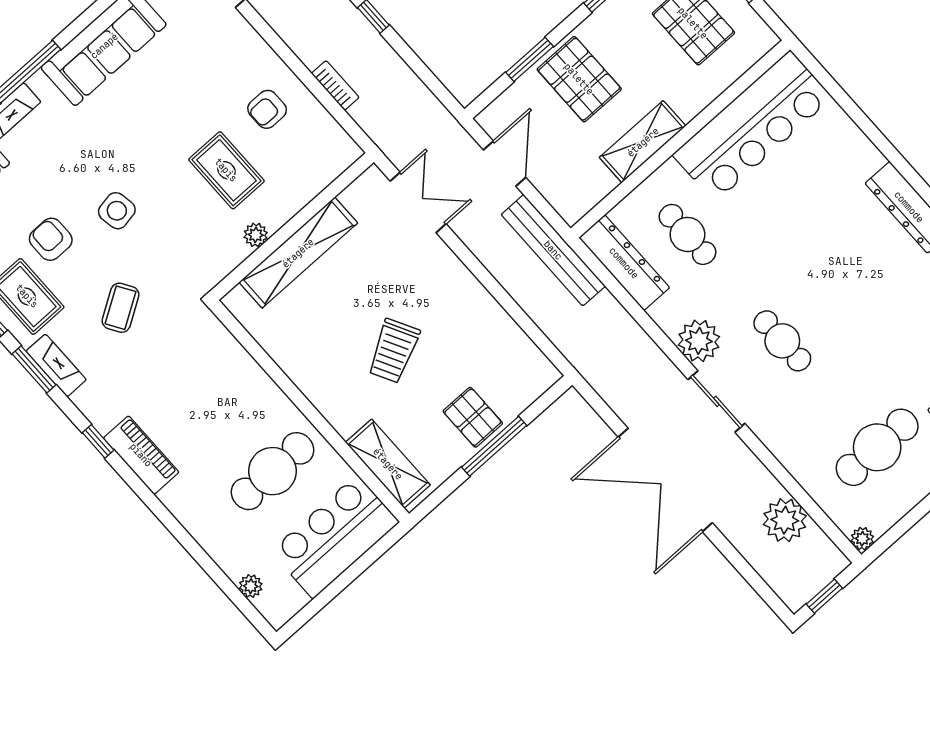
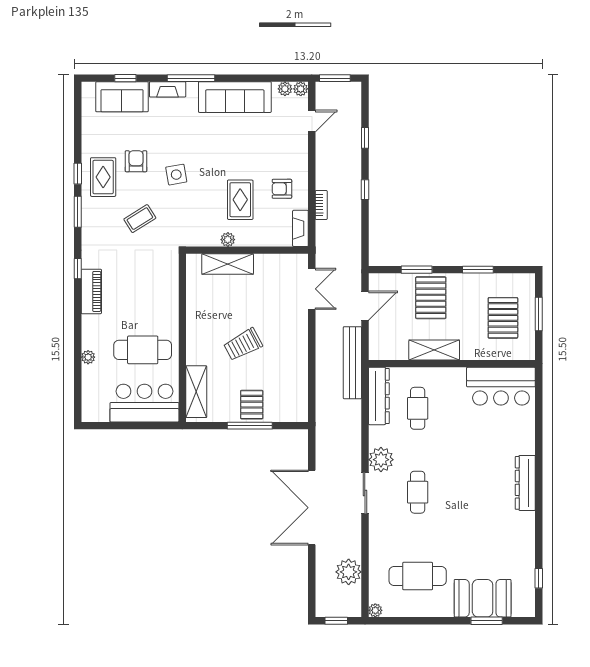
bar counter: (752, 126) -> (501, 386), width x0.73
shelving: (298, 253) -> (228, 264), width x0.68
fireplace: (56, 365) -> (300, 228), moved, turned 180
plant: (251, 586) -> (88, 357), moved

